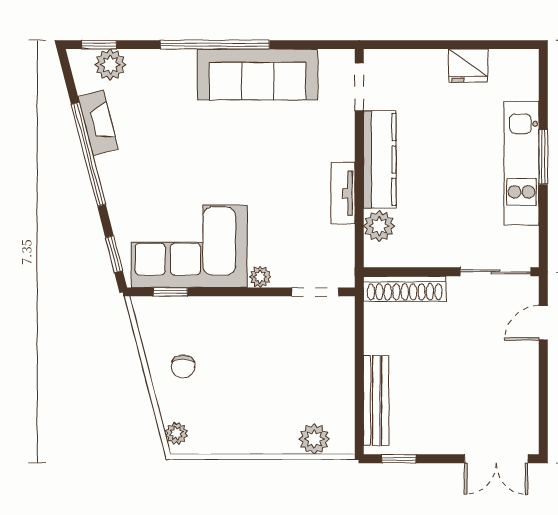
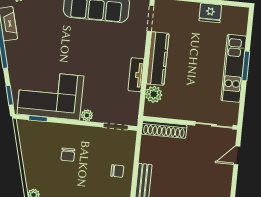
chair: (183, 366) -> (68, 155), moved
chair: (326, 374) -> (117, 171), added

